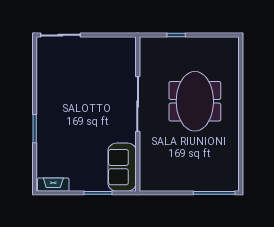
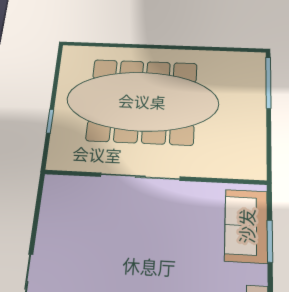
meeting table: (195, 101) -> (142, 101), width x1.86, depth x1.27
sofa: (122, 167) -> (246, 226), moved, turned 90

